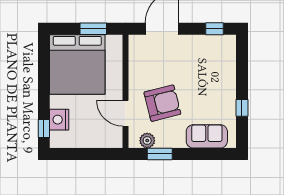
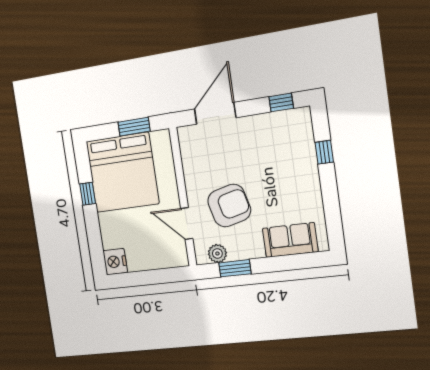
window: (242, 108) -> (324, 152), moved
nightstand: (59, 120) -> (115, 262), moved
window: (44, 129) -> (88, 194), moved

